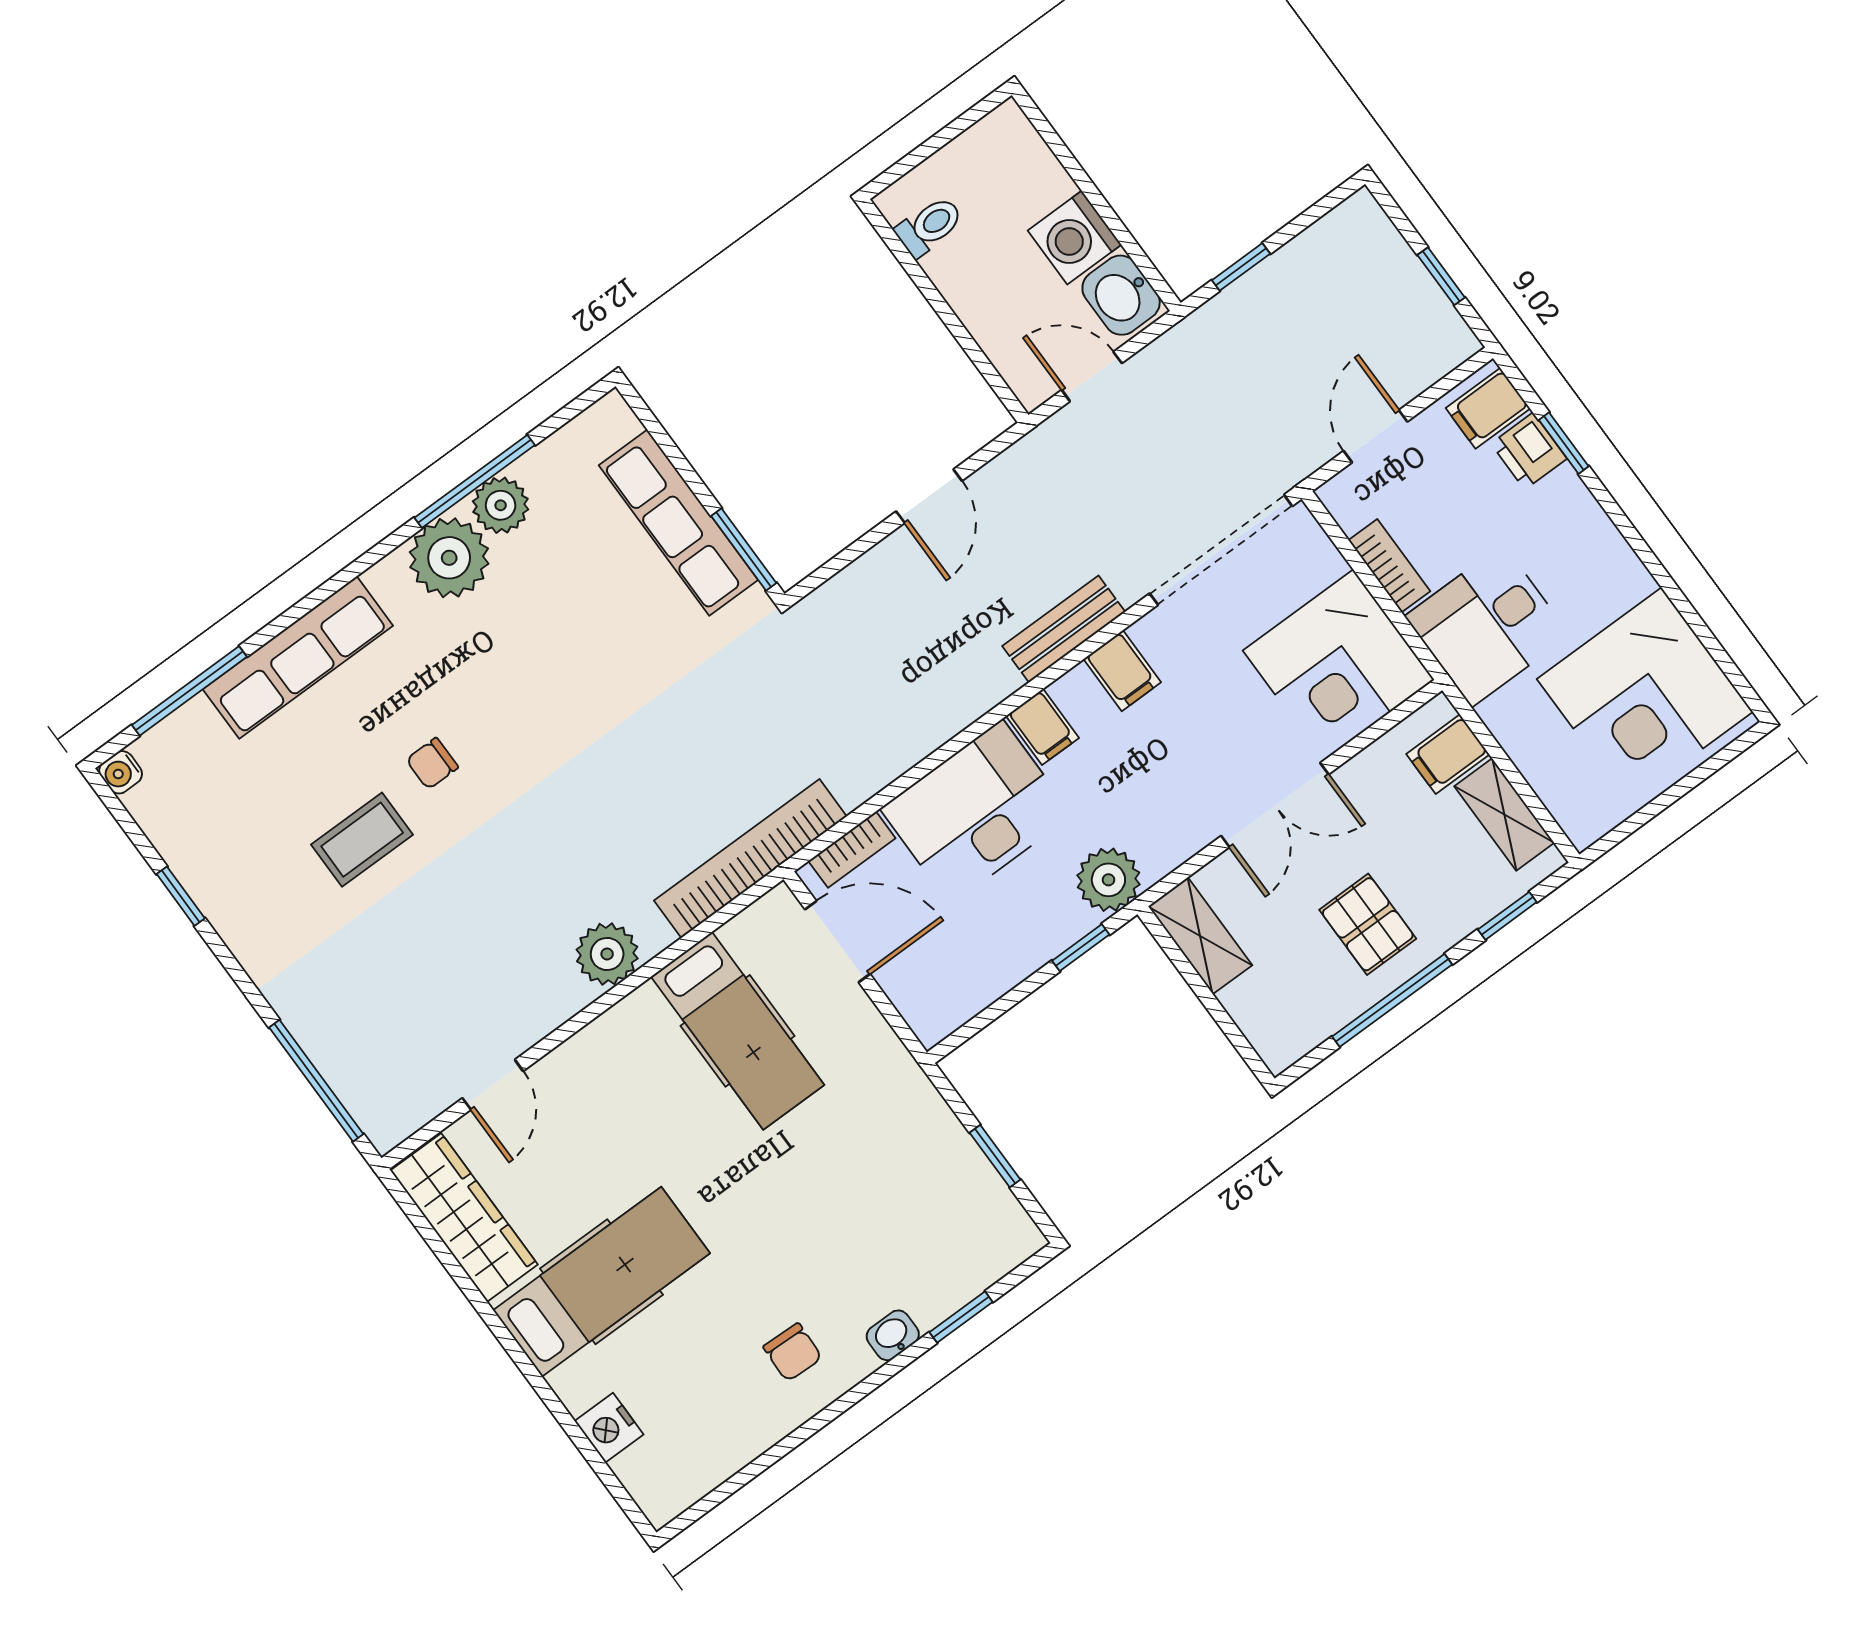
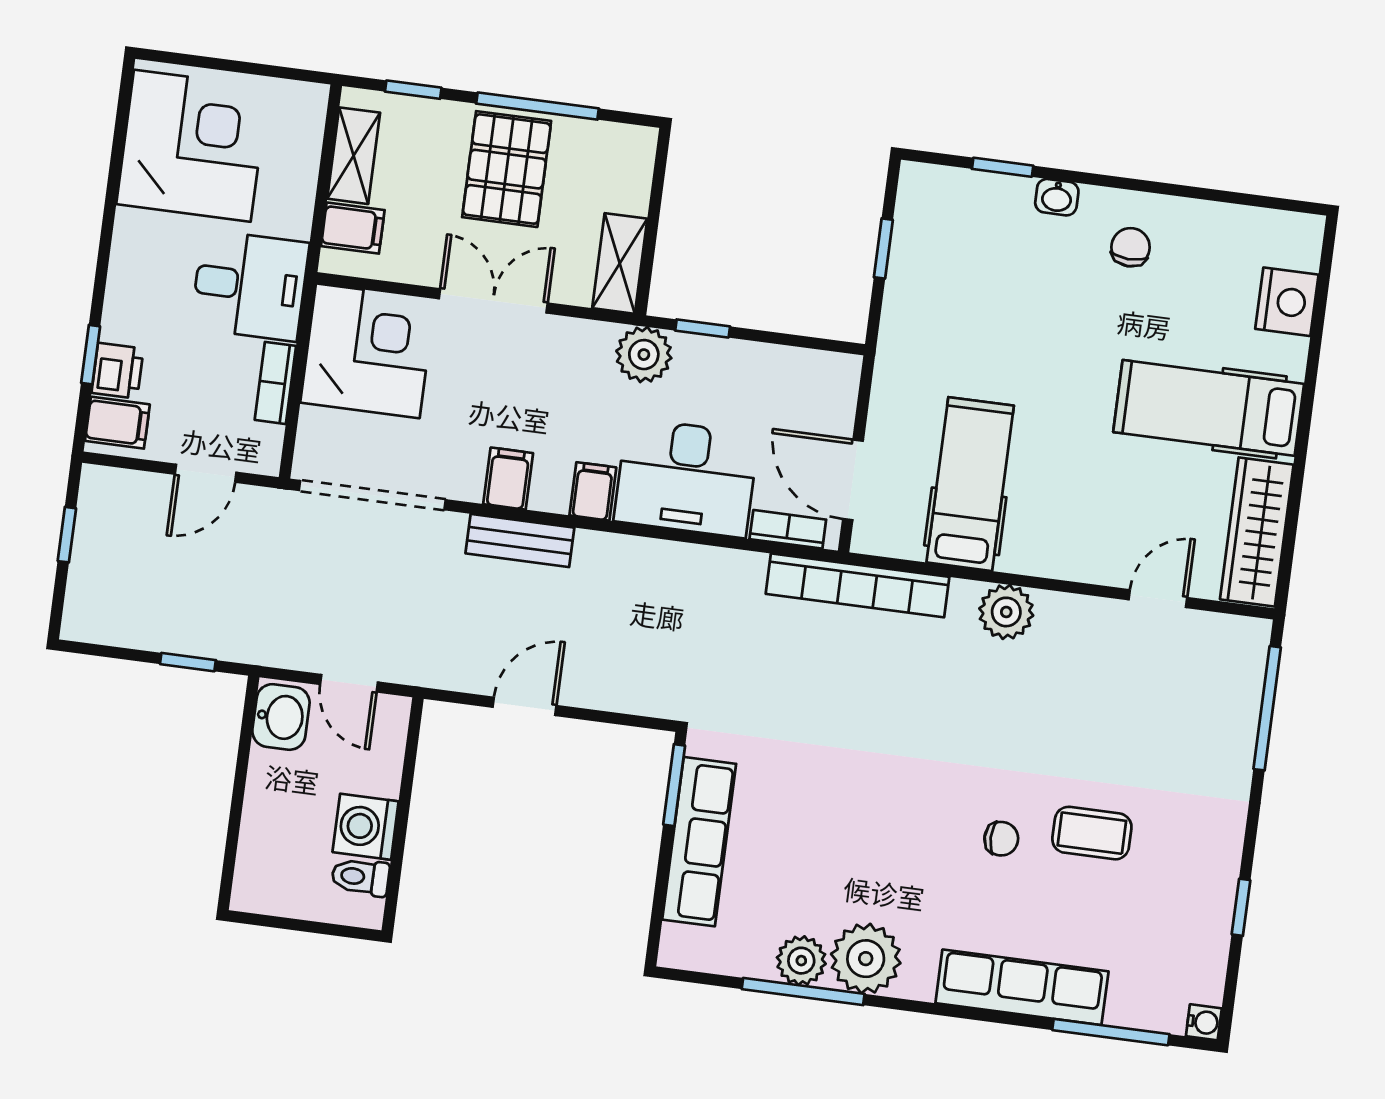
washing machine: (1075, 238) -> (366, 827), moved, turned 180
pallet: (1368, 924) -> (507, 169), width x1.50, depth x1.42
nightstand: (609, 1428) -> (1287, 302), width x1.36, depth x1.33

